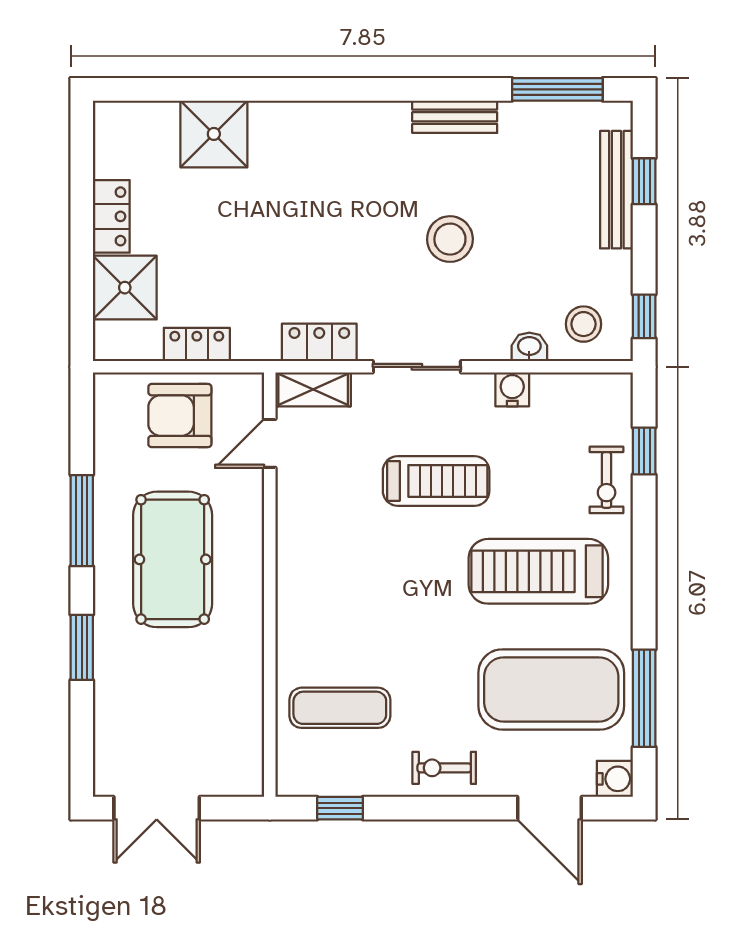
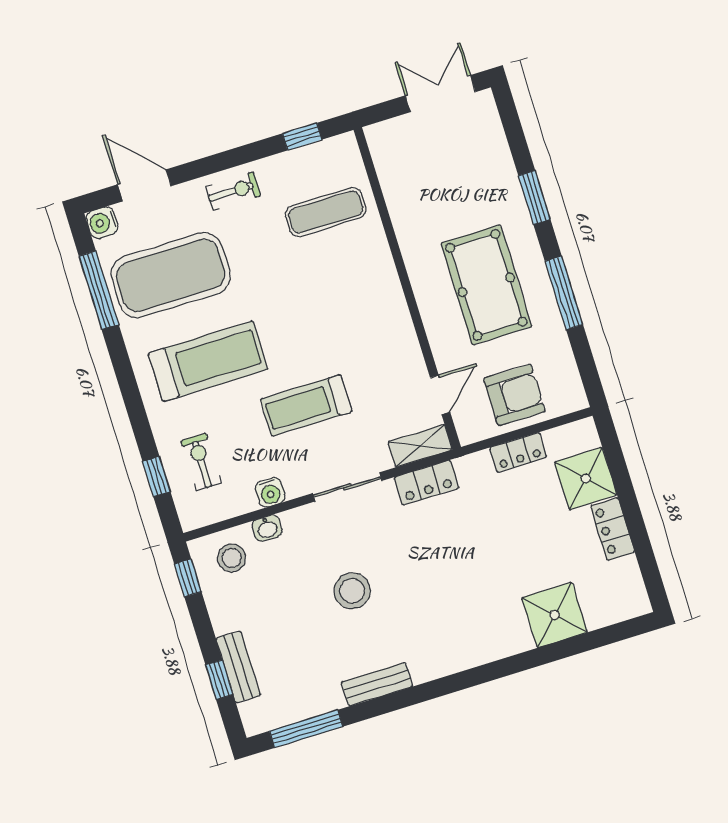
bench: (616, 190) -> (238, 667), width x0.73
exercise bike: (607, 480) -> (201, 462), moved

